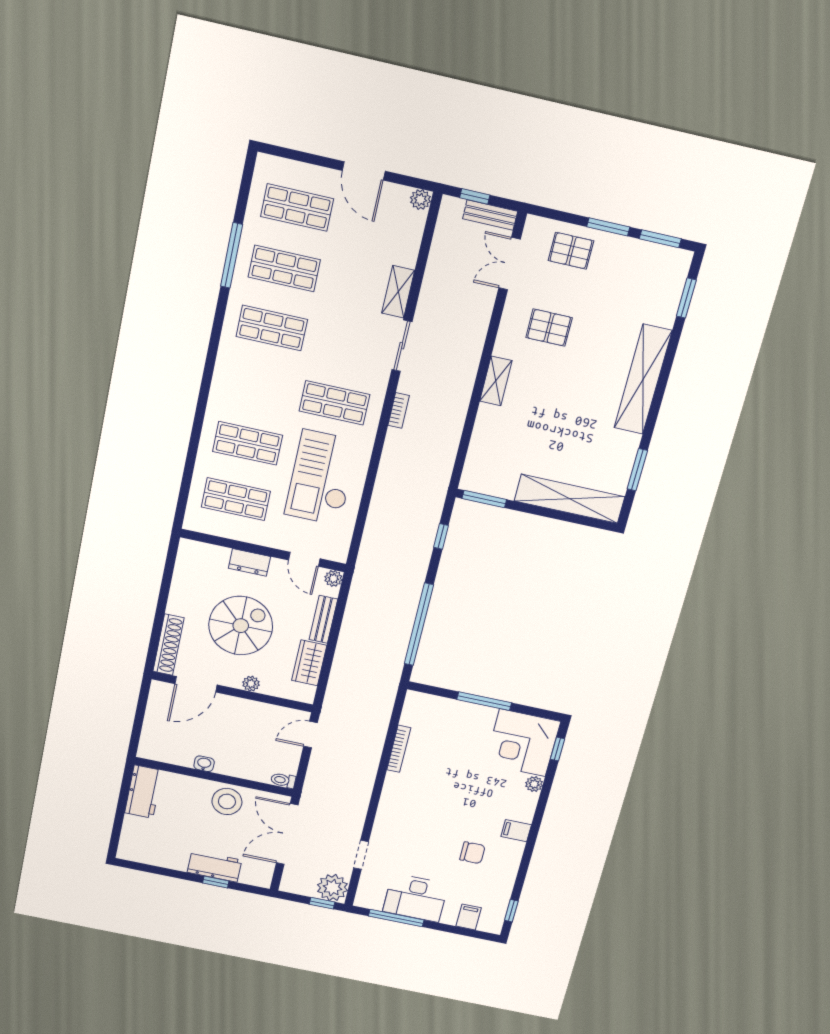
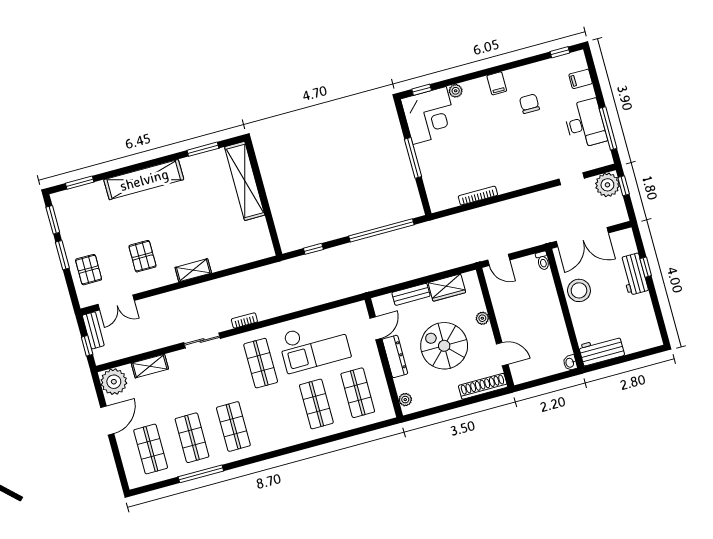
plant: (420, 200) -> (114, 382), width x1.88, depth x1.88
shelving: (398, 292) -> (150, 366), moved
window: (484, 499) -> (274, 235), removed
dresser: (249, 562) -> (395, 356), width x1.44
plant: (333, 578) -> (405, 400), moved
door: (196, 684) -> (502, 354), width x0.73
washbasin: (204, 764) -> (570, 363), moved

